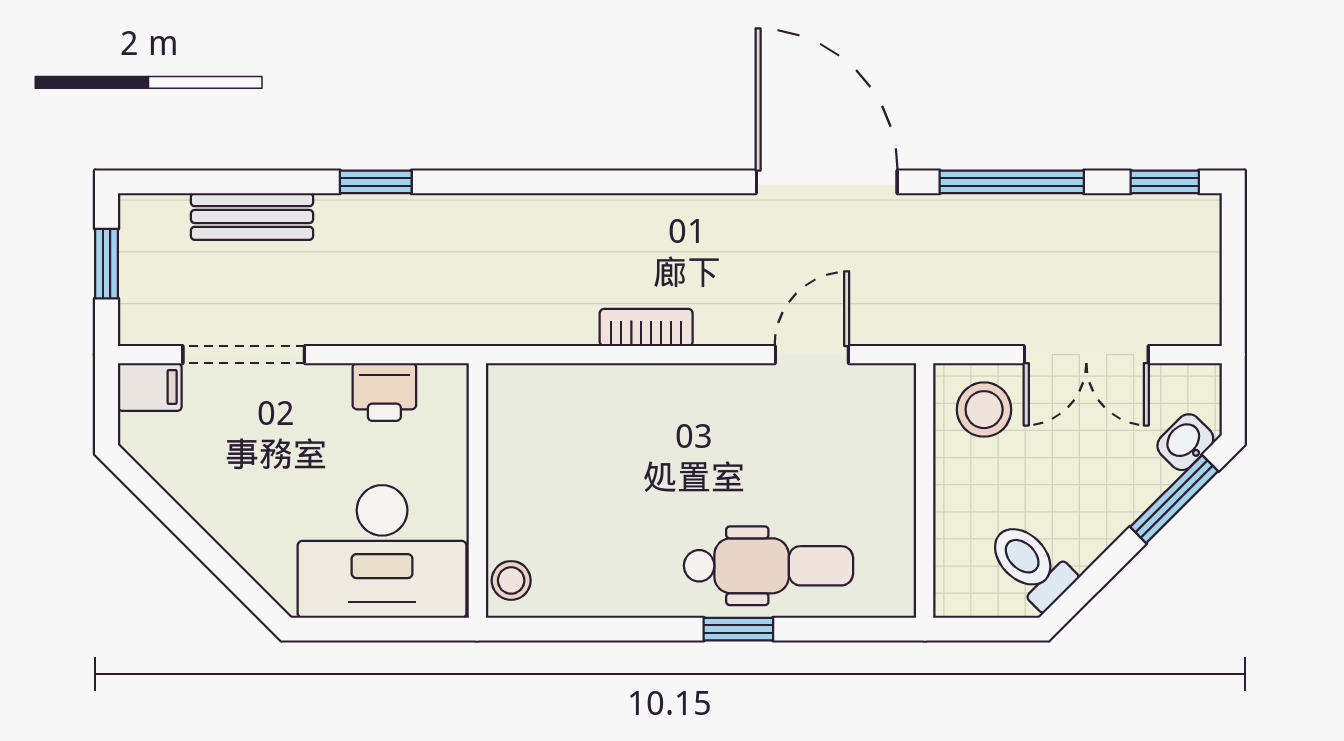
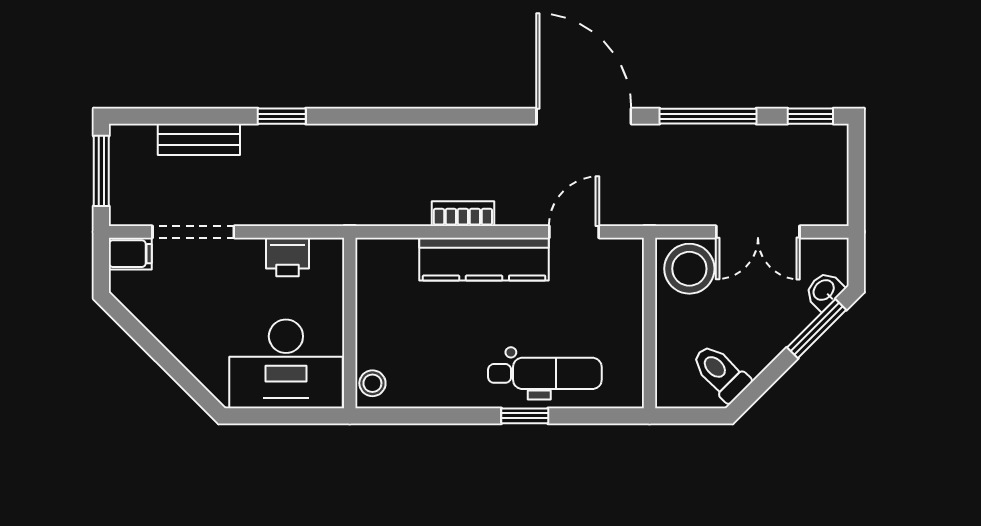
window: (106, 264) -> (101, 171), width x1.50
kitchen counter: (678, 395) -> (484, 259), added
stool: (984, 410) -> (689, 269), width x1.38, depth x1.38

